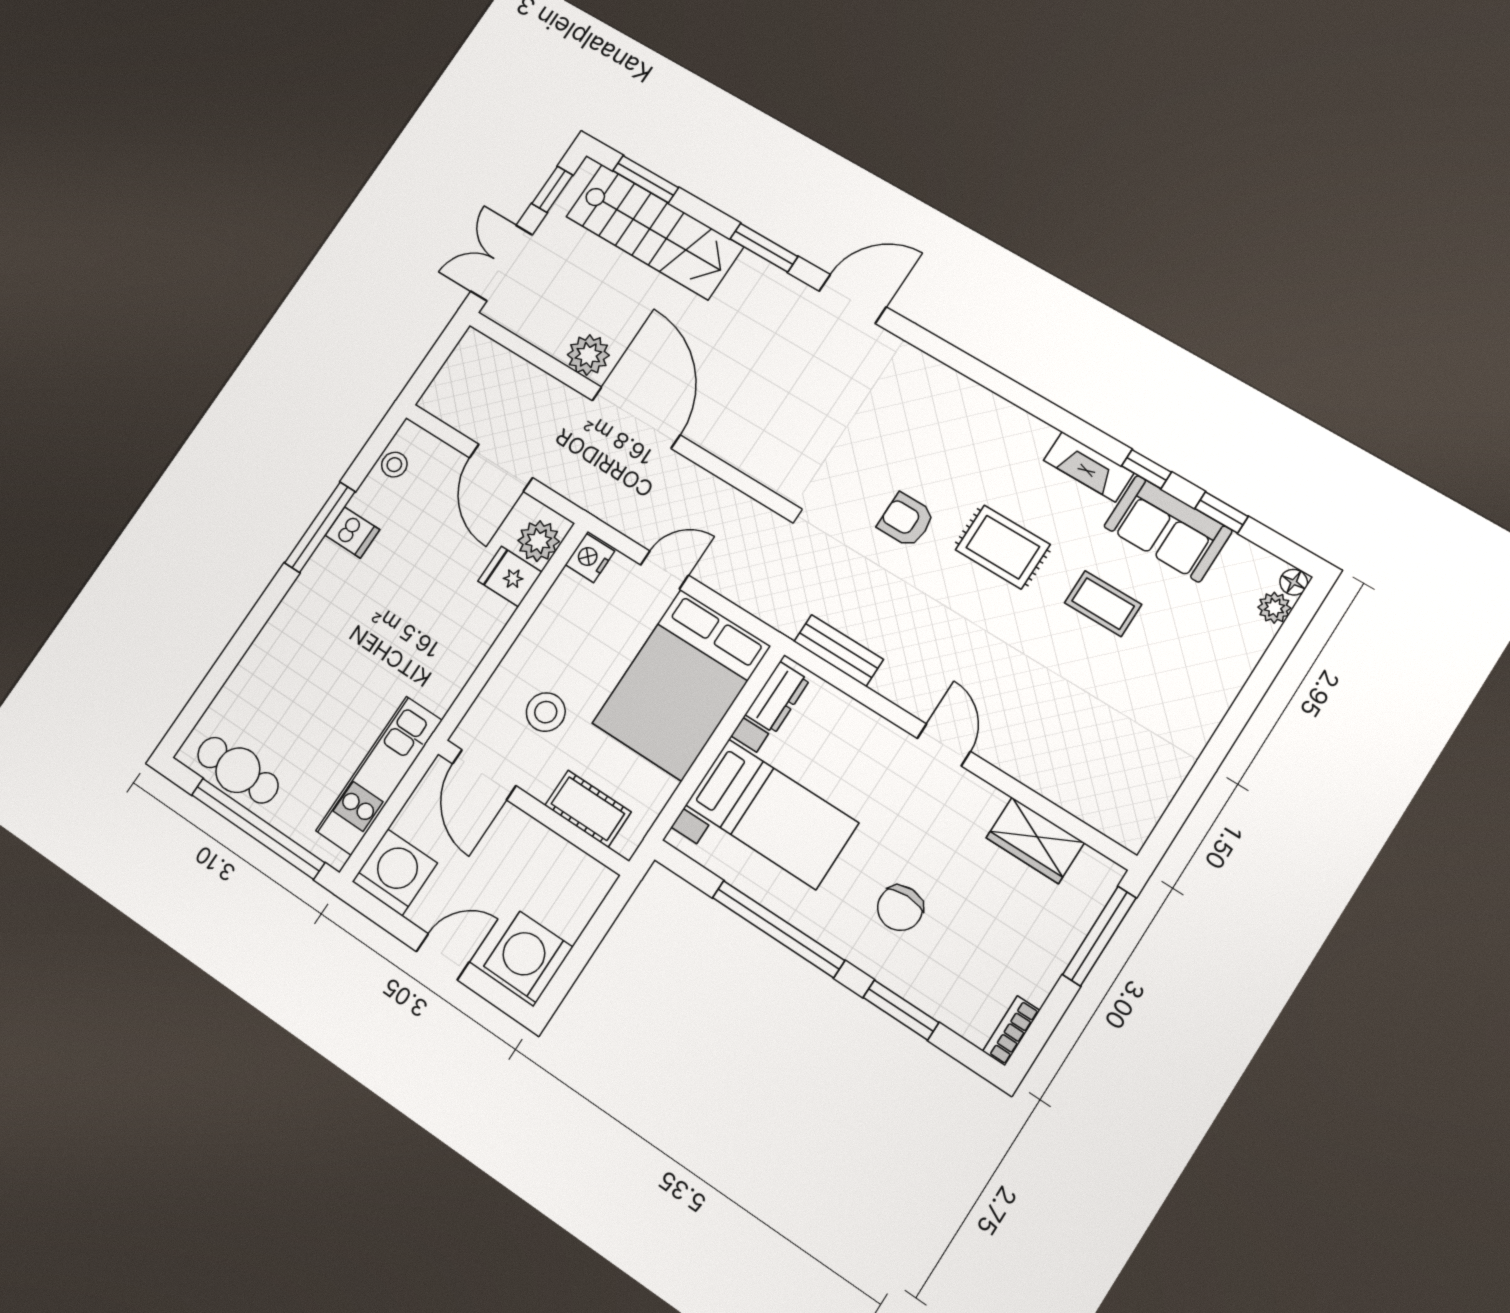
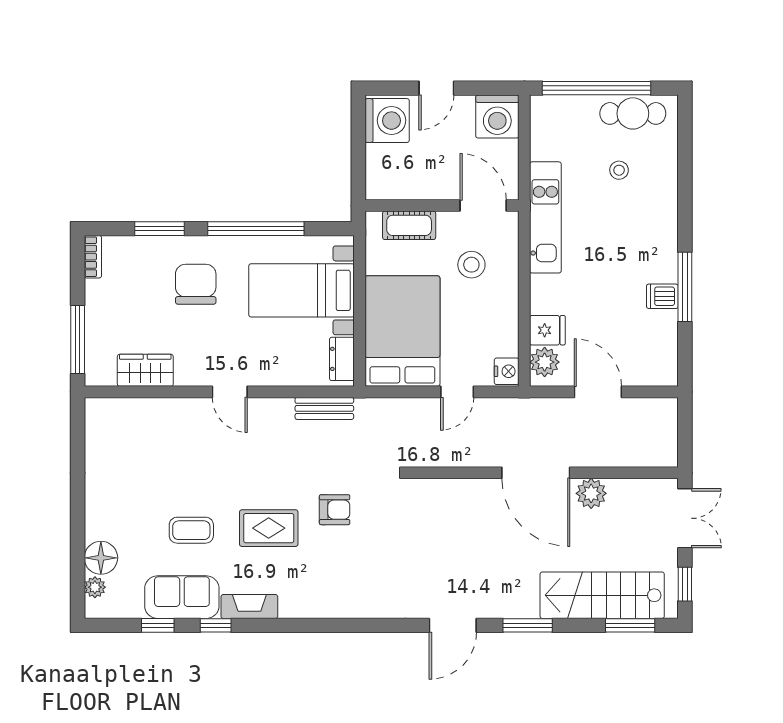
stool: (394, 465) -> (619, 170), moved
floor lamp: (1294, 582) -> (101, 558), moved, width x1.89, depth x1.89
kitchen unit: (379, 775) -> (545, 217), moved
chair: (900, 908) -> (196, 284), width x1.37, depth x1.37

